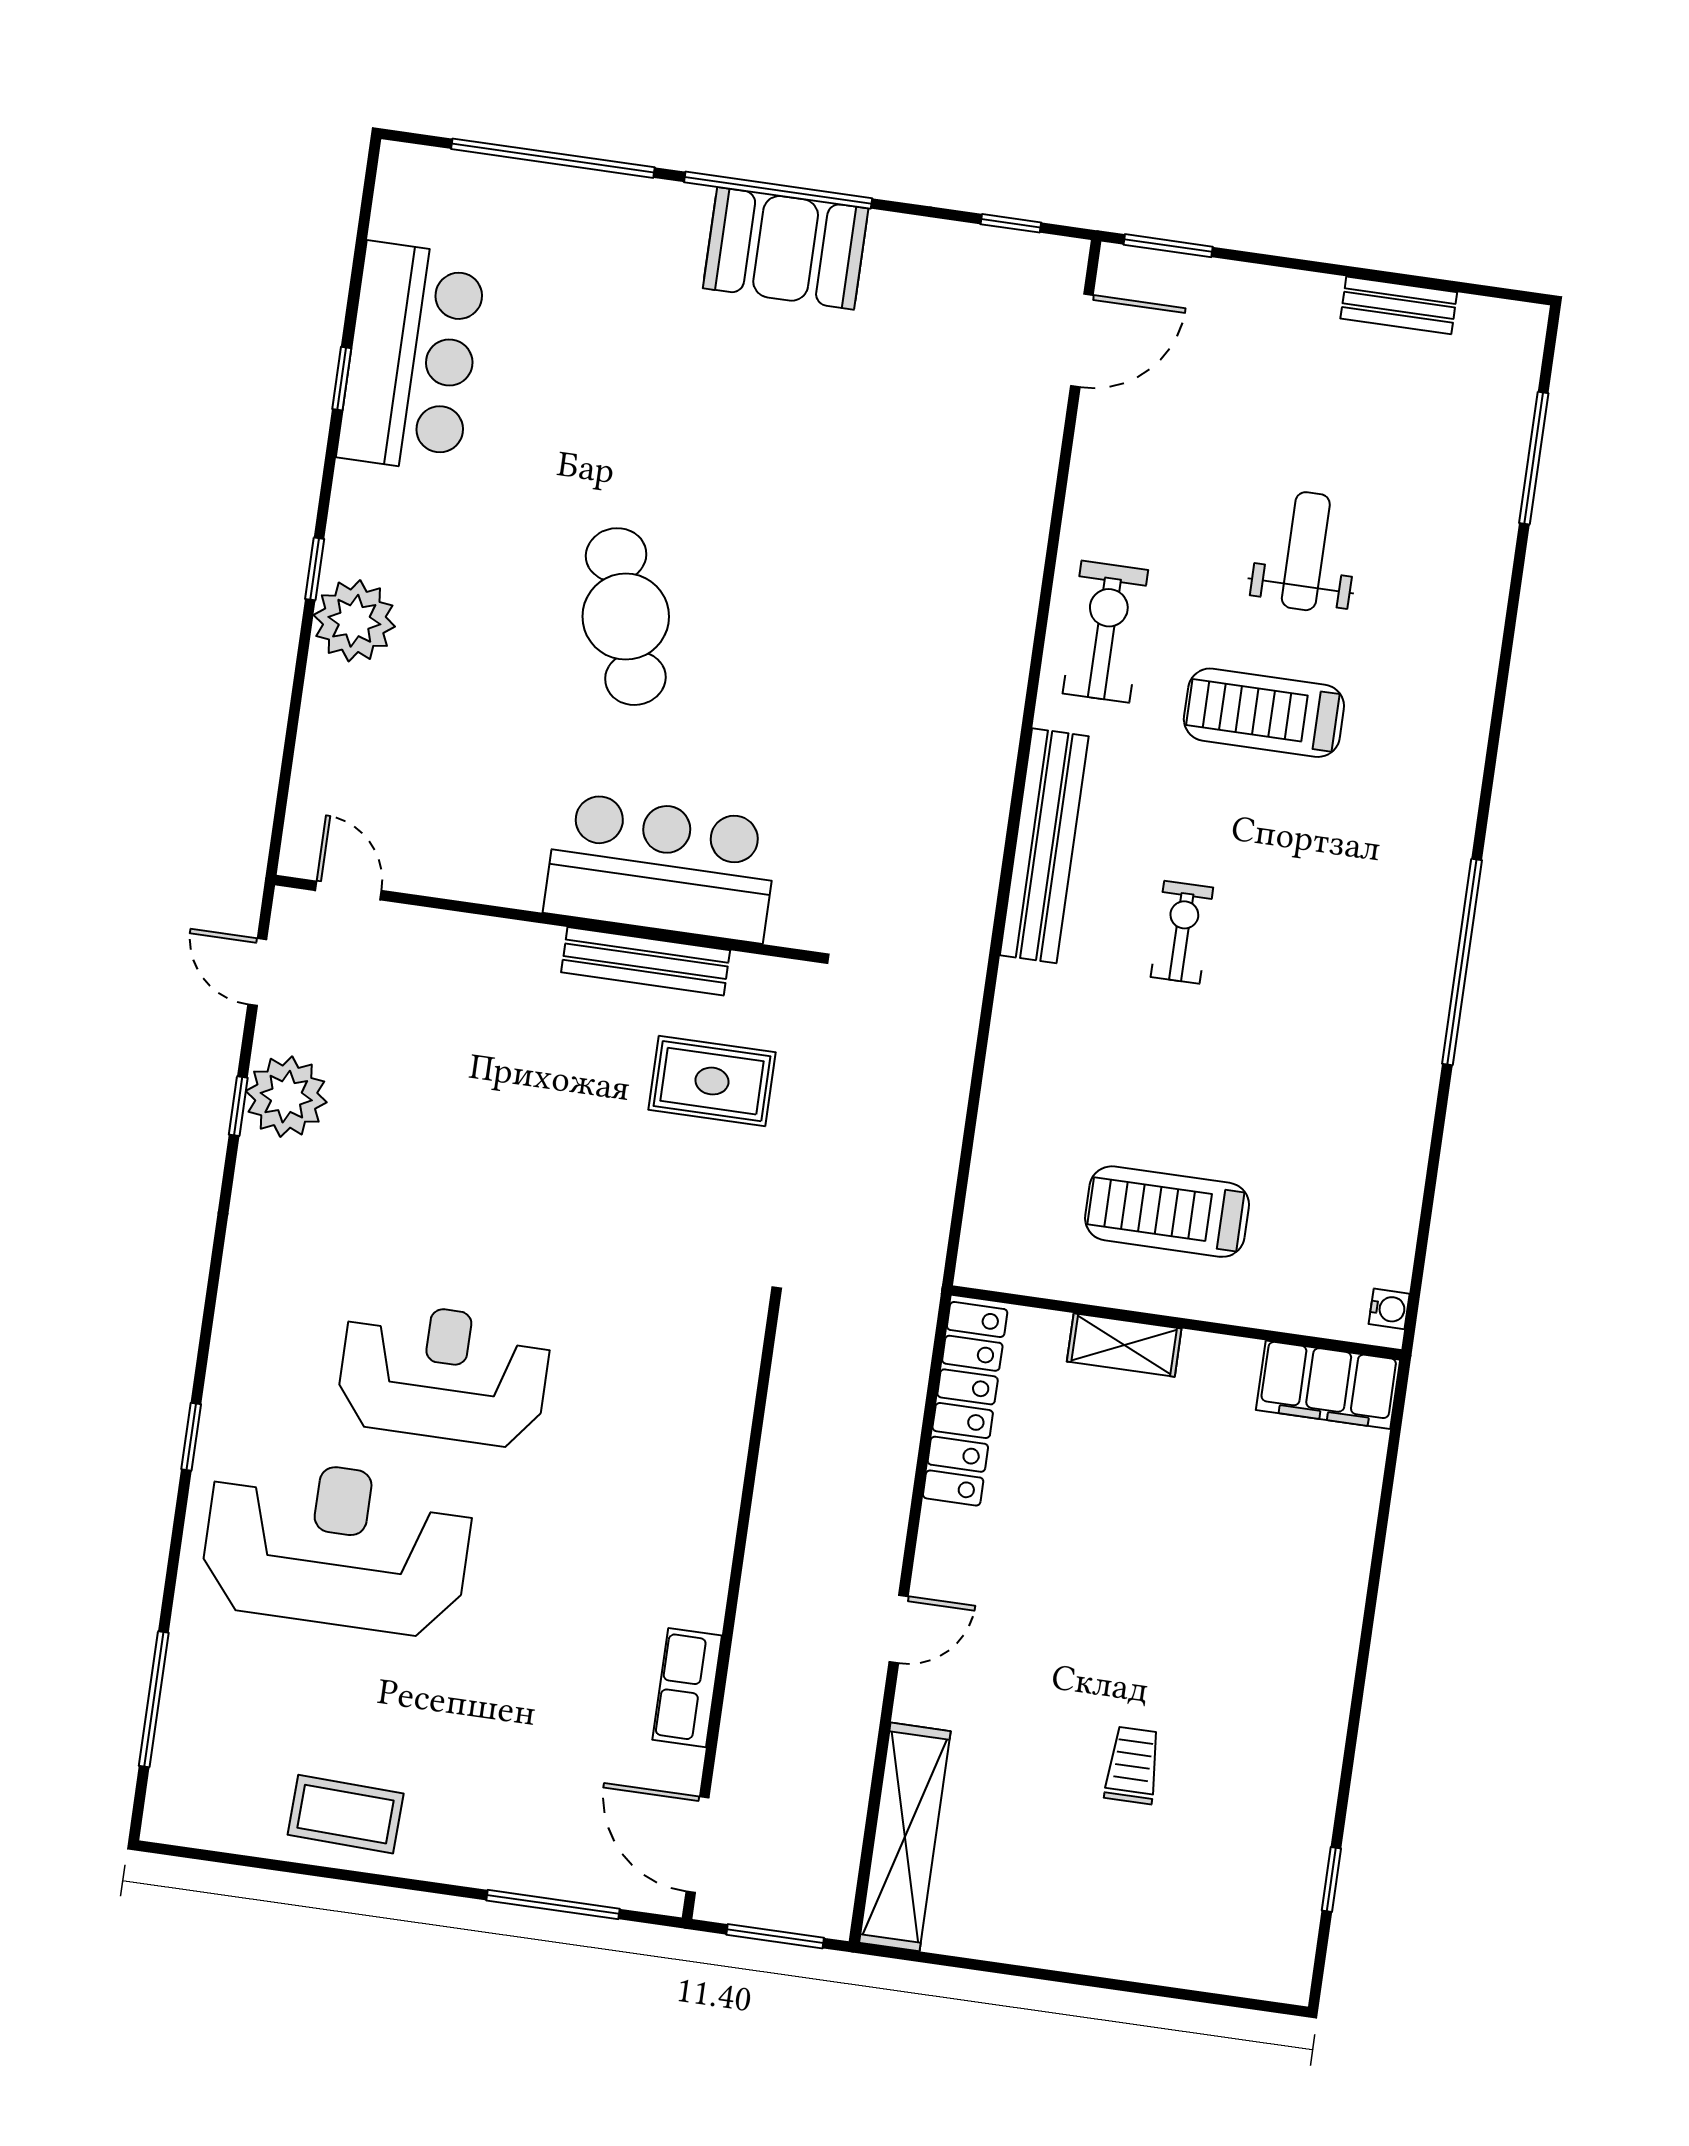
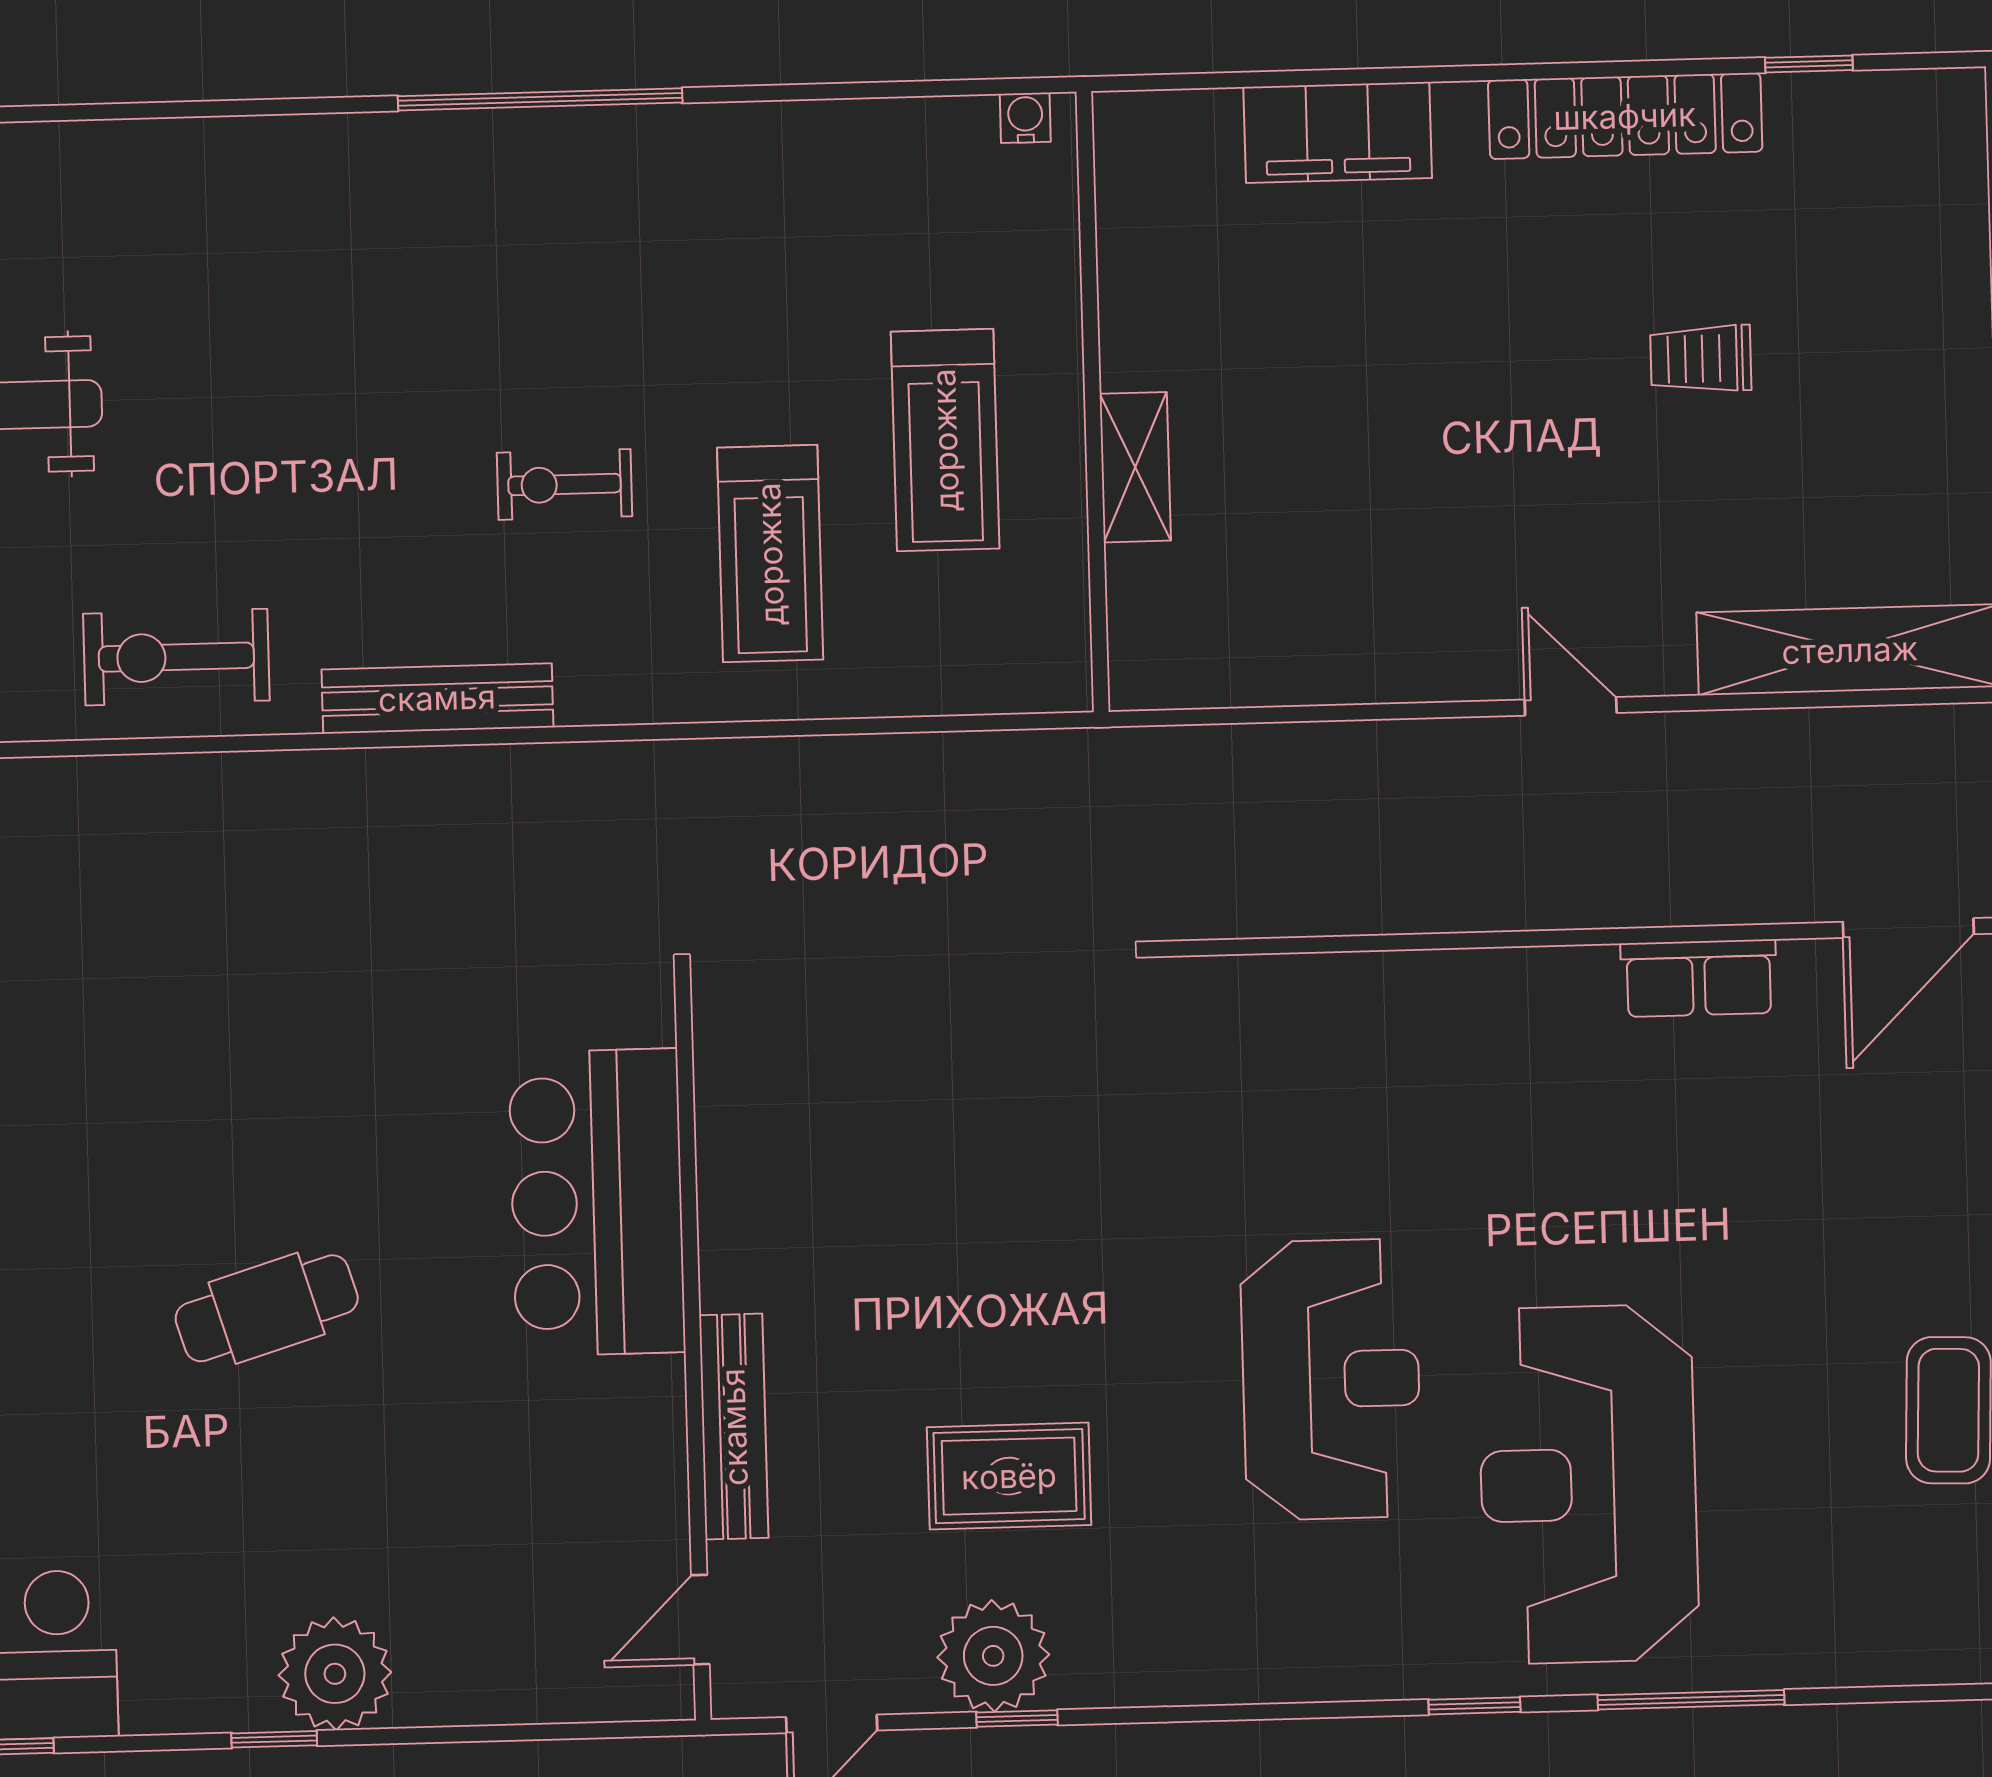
cafe table: (626, 617) -> (267, 1308), width x0.73, depth x0.74
treadmill: (1264, 713) -> (770, 554), moved
bench: (1044, 846) -> (437, 698), width x0.73, depth x0.82
bench: (646, 961) -> (734, 1427), moved
rug: (712, 1081) -> (1009, 1476), moved, turned 90
reception desk: (444, 1374) -> (1331, 1379), turned 180
filing cabinet: (1328, 1385) -> (1338, 133), moved, turned 90
locker: (965, 1404) -> (1625, 116), moved, turned 180
window: (154, 1699) -> (1691, 1700), moved

